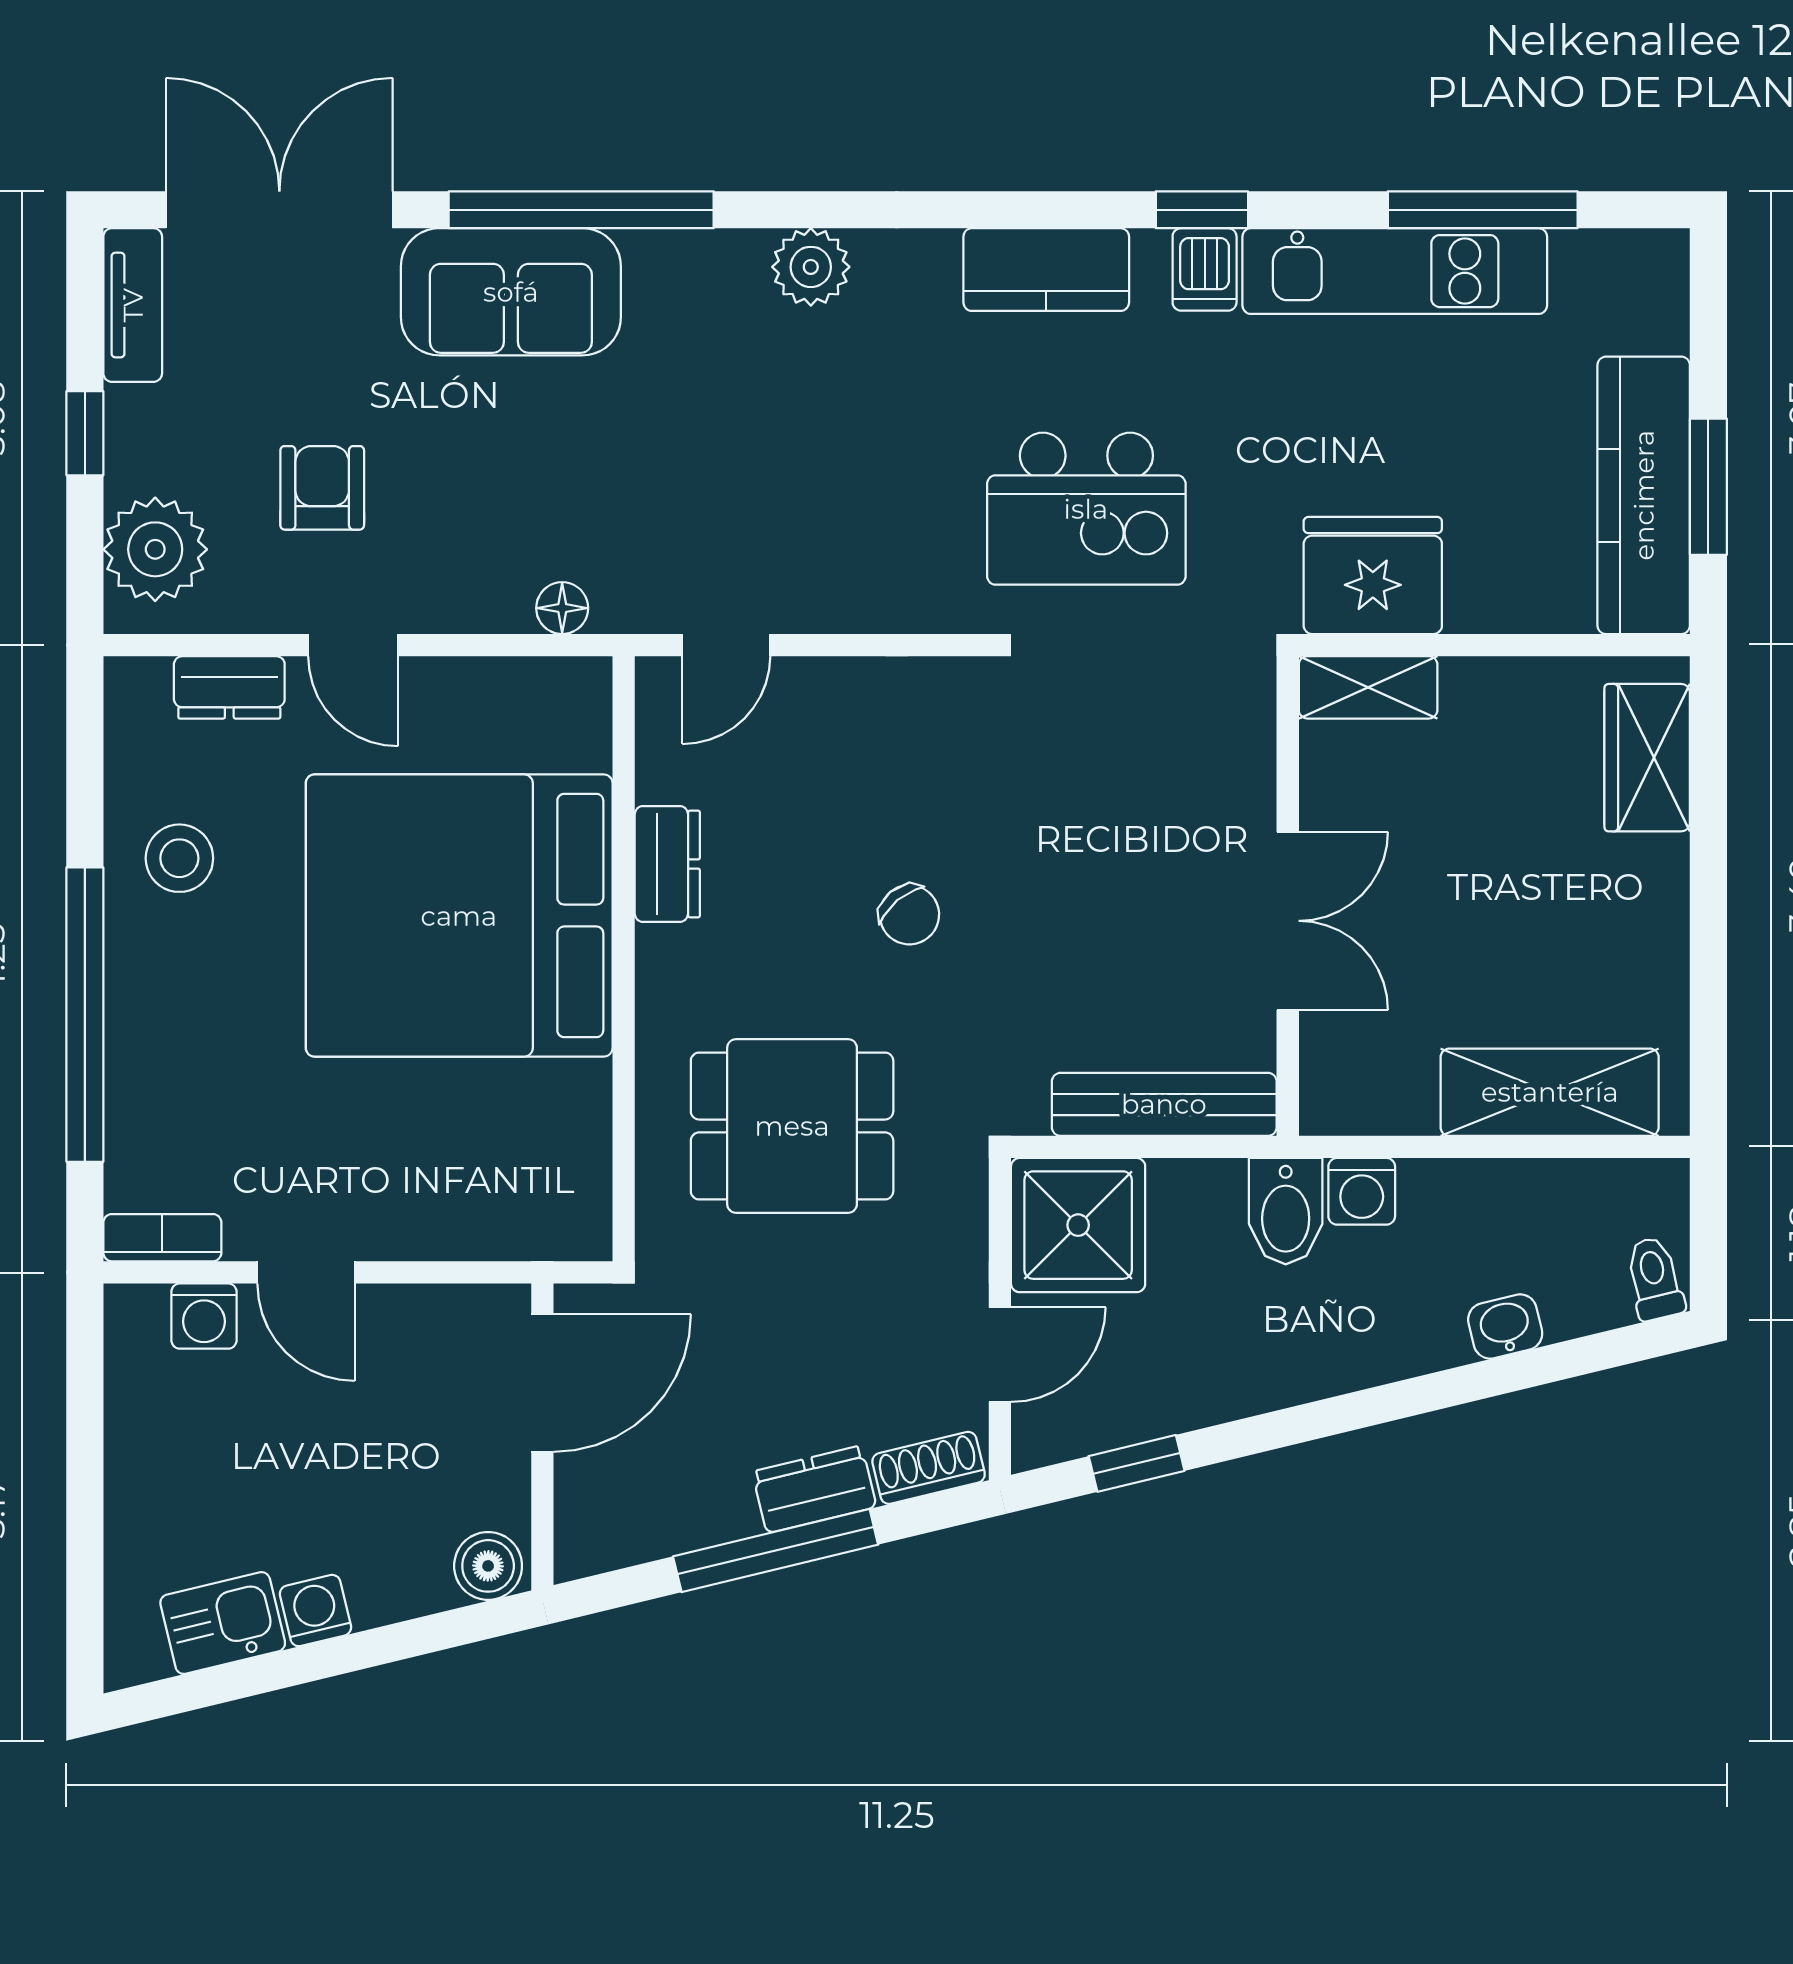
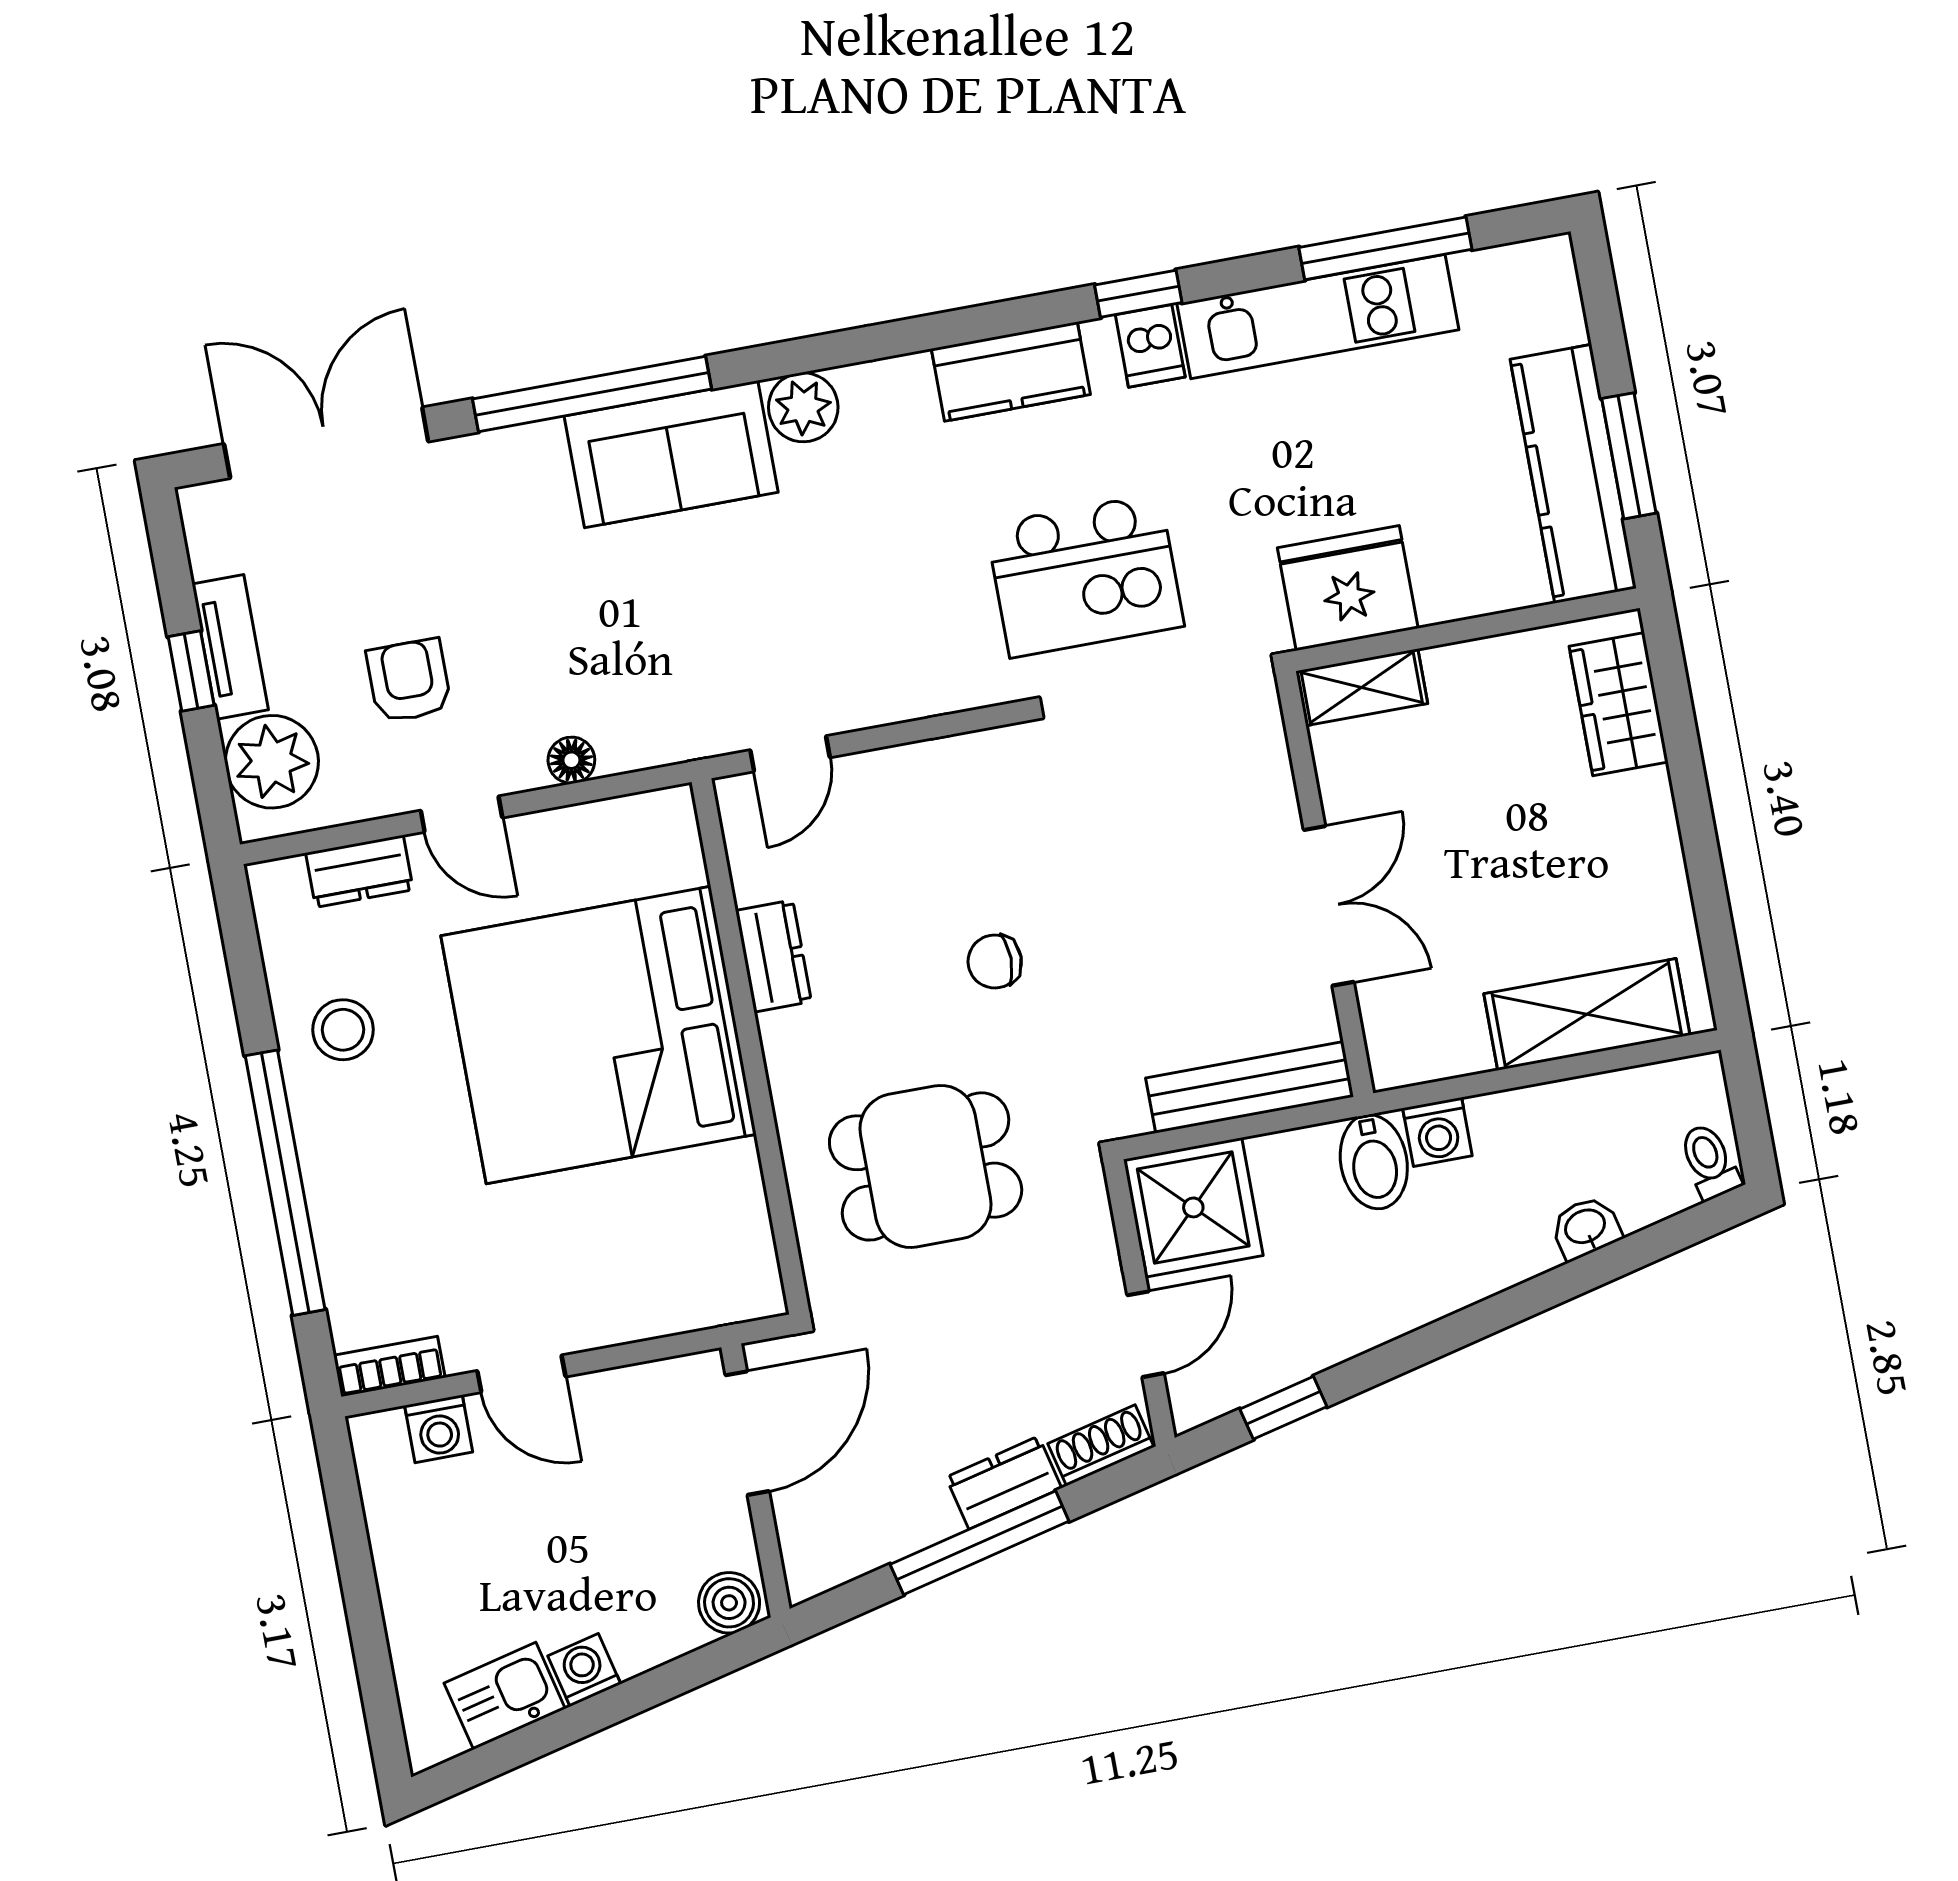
sofa: (511, 292) -> (671, 454), moved
tv unit: (133, 305) -> (230, 647), moved
floor lamp: (562, 608) -> (571, 760), moved
chair: (909, 915) -> (995, 962), turned 130

